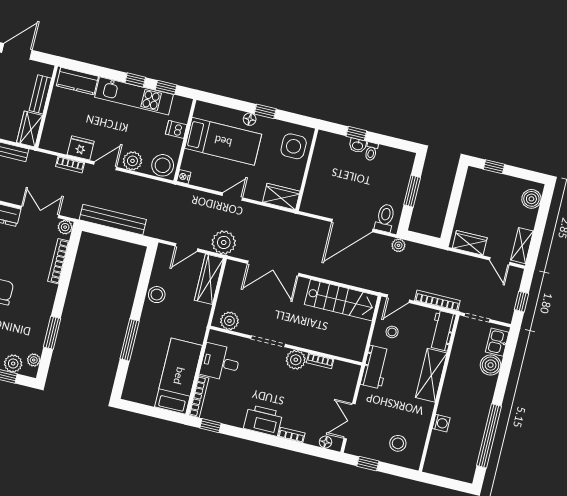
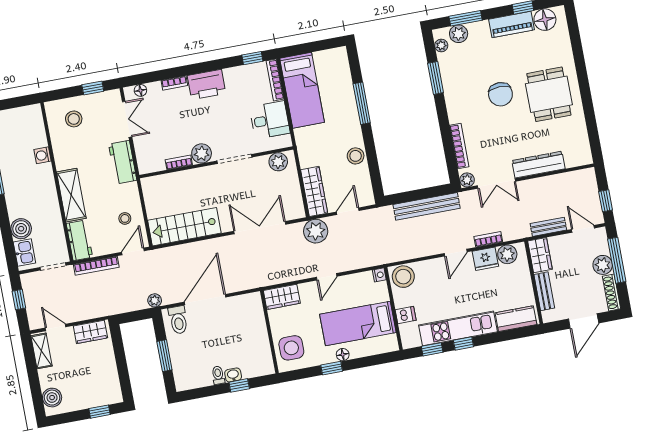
plant: (132, 161) -> (507, 254), moved
workbench: (375, 367) -> (123, 162), moved

